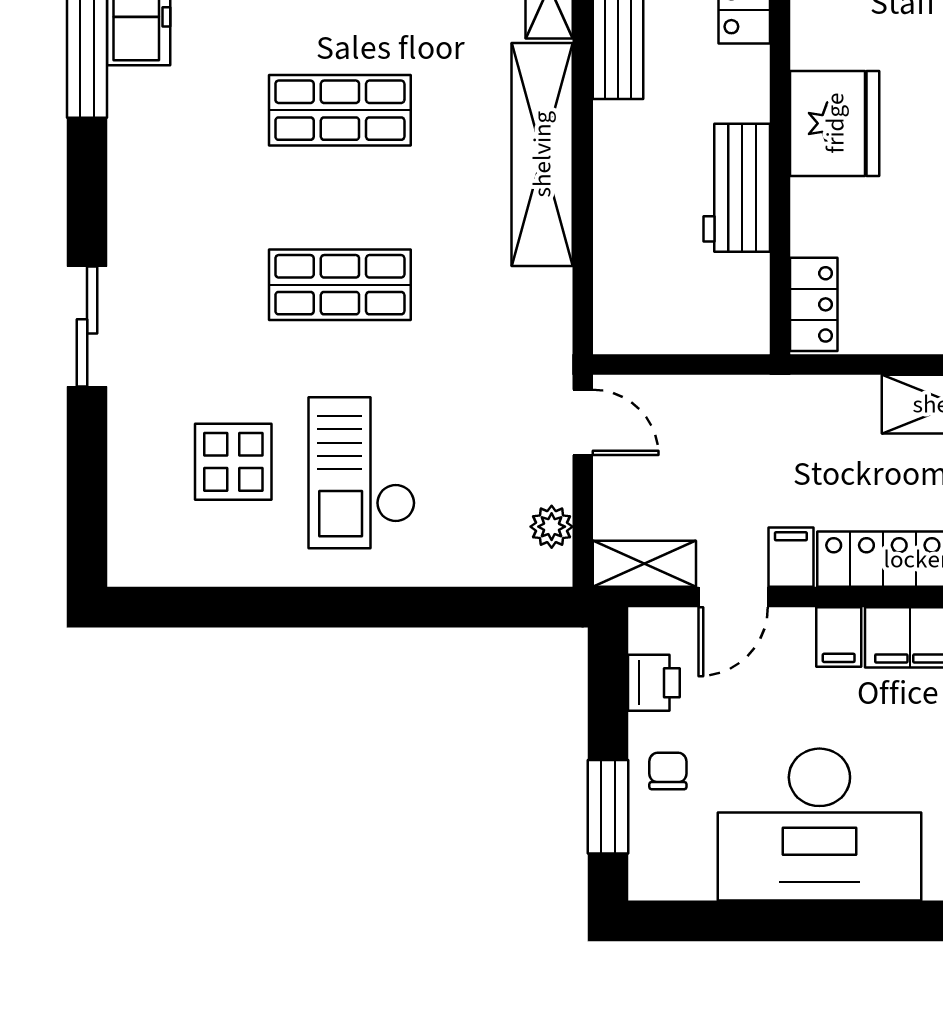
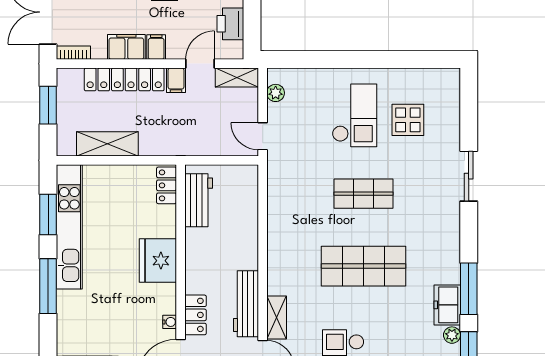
shop shelf: (340, 110) -> (364, 266), width x1.43, depth x1.36
shelving: (542, 154) -> (279, 248), removed
workbench: (737, 188) -> (199, 200), moved
printer: (654, 683) -> (230, 24), width x1.36, depth x1.24

